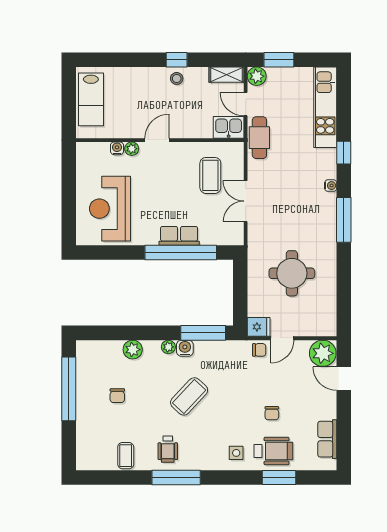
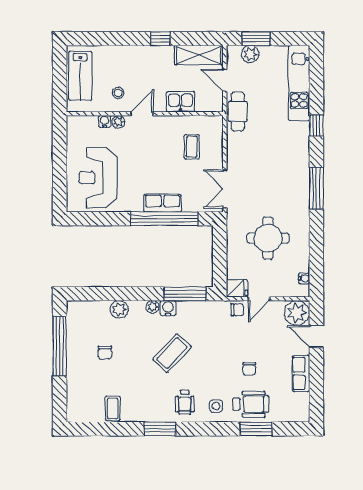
shelving: (226, 75) -> (199, 55), width x1.50, depth x1.33
plant: (257, 76) -> (250, 54), moved
stool: (177, 78) -> (118, 93), moved
kitchen sink: (229, 127) -> (181, 102), moved
coffee table: (210, 175) -> (192, 147), width x0.73, depth x0.77
water cooler: (331, 186) -> (304, 278), moved
double door: (246, 201) -> (225, 189), moved
row of seats: (327, 439) -> (301, 374), moved
wheelchair: (168, 449) -> (185, 402), moved
window: (176, 477) -> (160, 429), width x0.69

